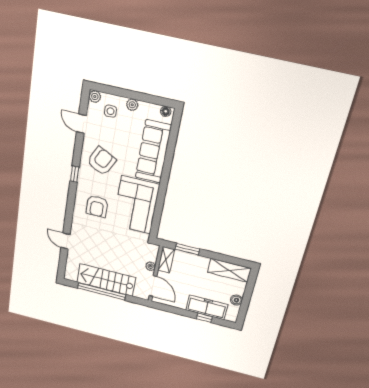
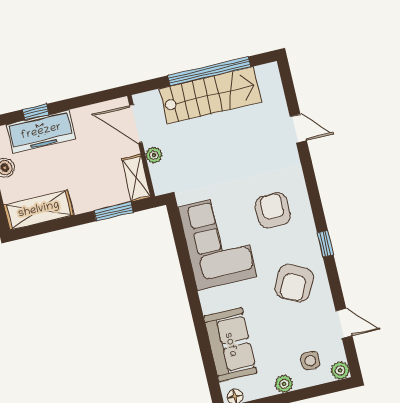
sofa: (153, 152) -> (230, 345), width x0.73

